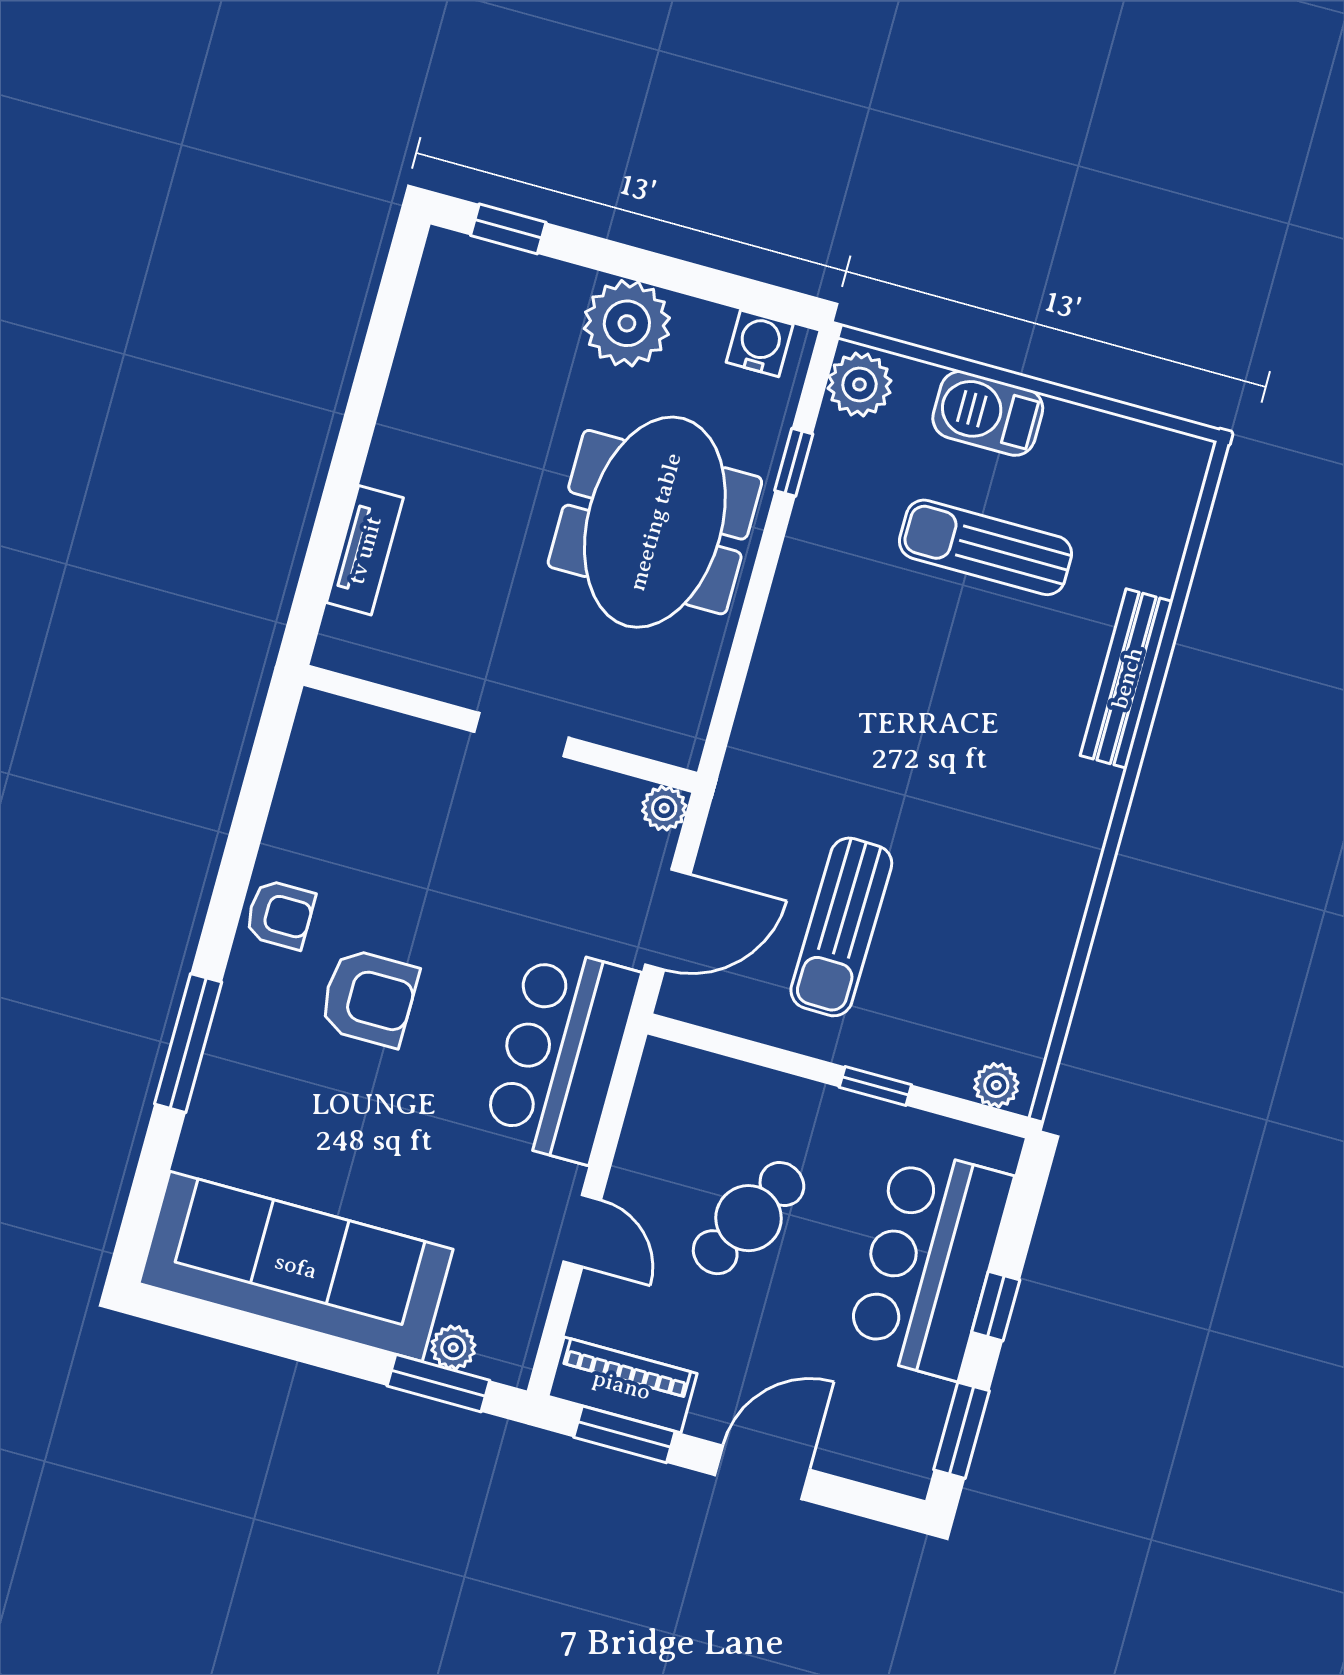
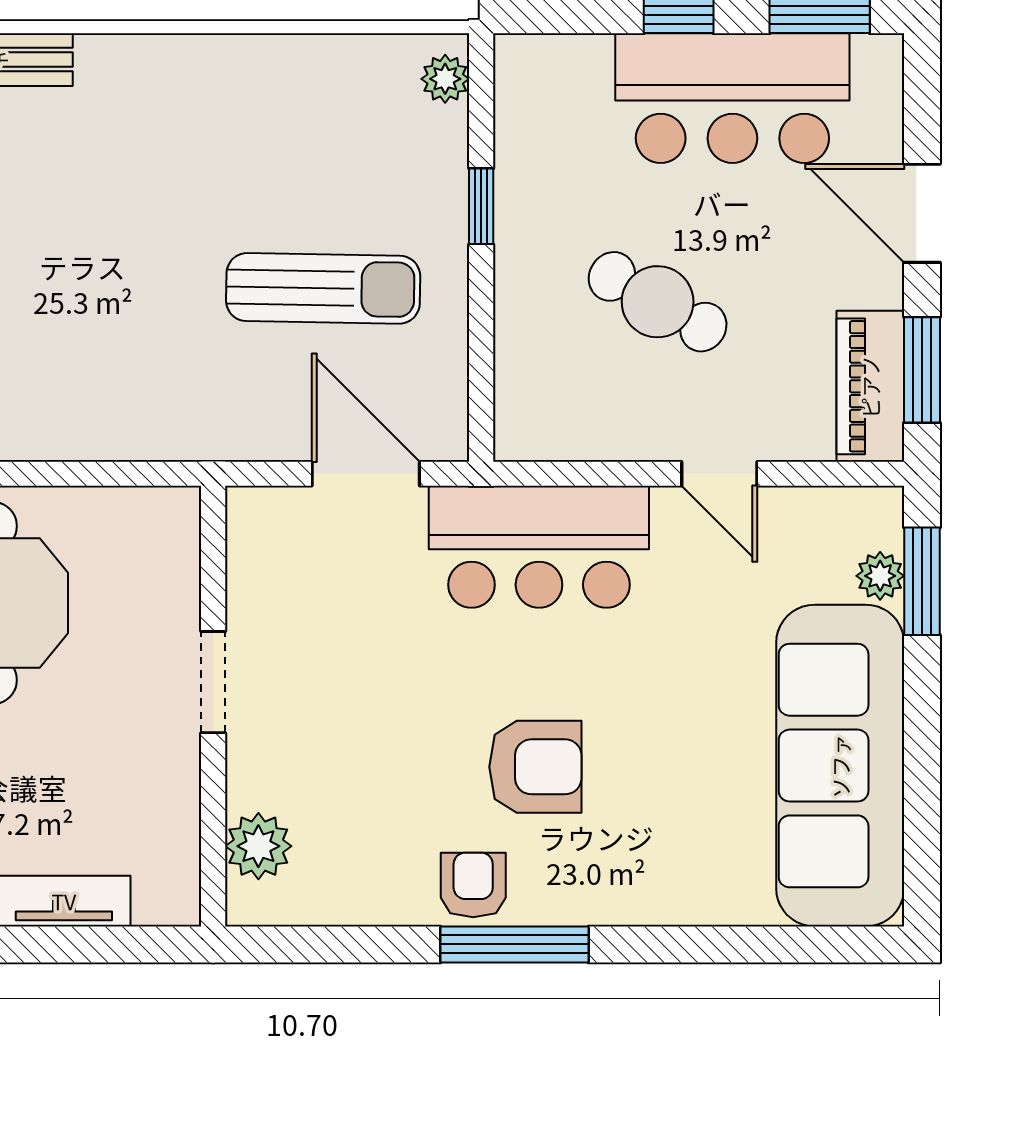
plant: (664, 808) -> (258, 846), moved, width x1.38, depth x1.38
armchair: (369, 998) -> (535, 767), turned 90
window: (188, 1043) -> (514, 944), moved
door: (582, 1231) -> (719, 474), swing flipped
bar counter: (929, 1263) -> (732, 98), moved

